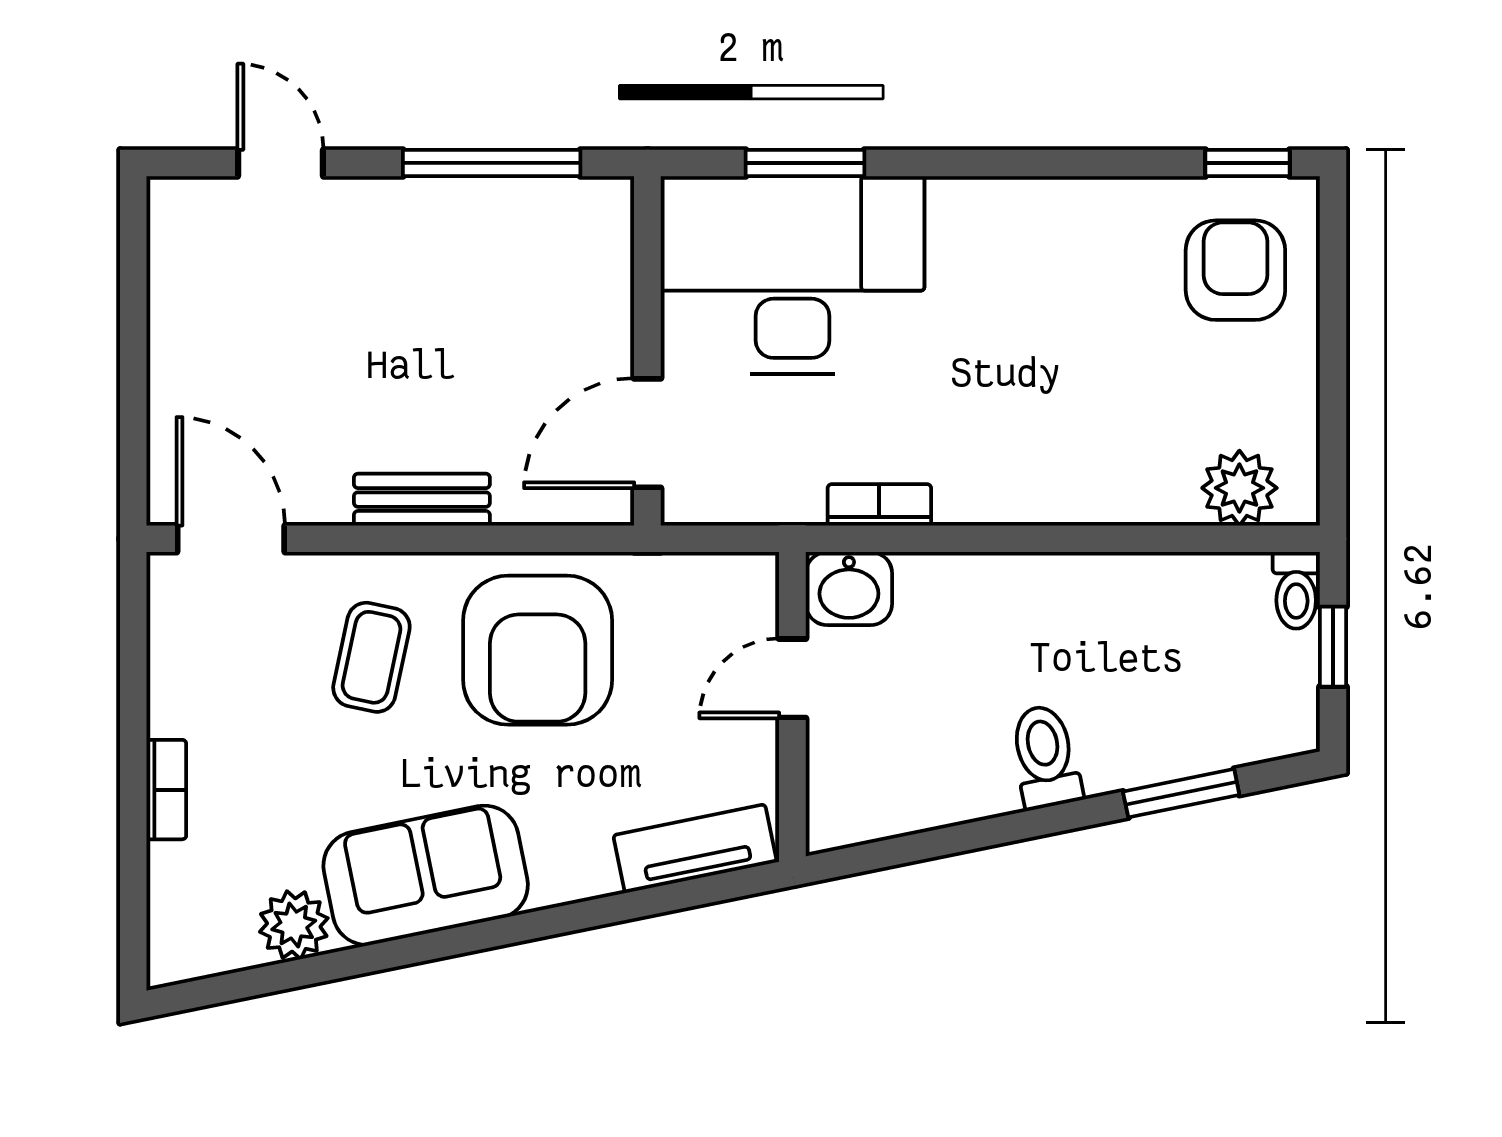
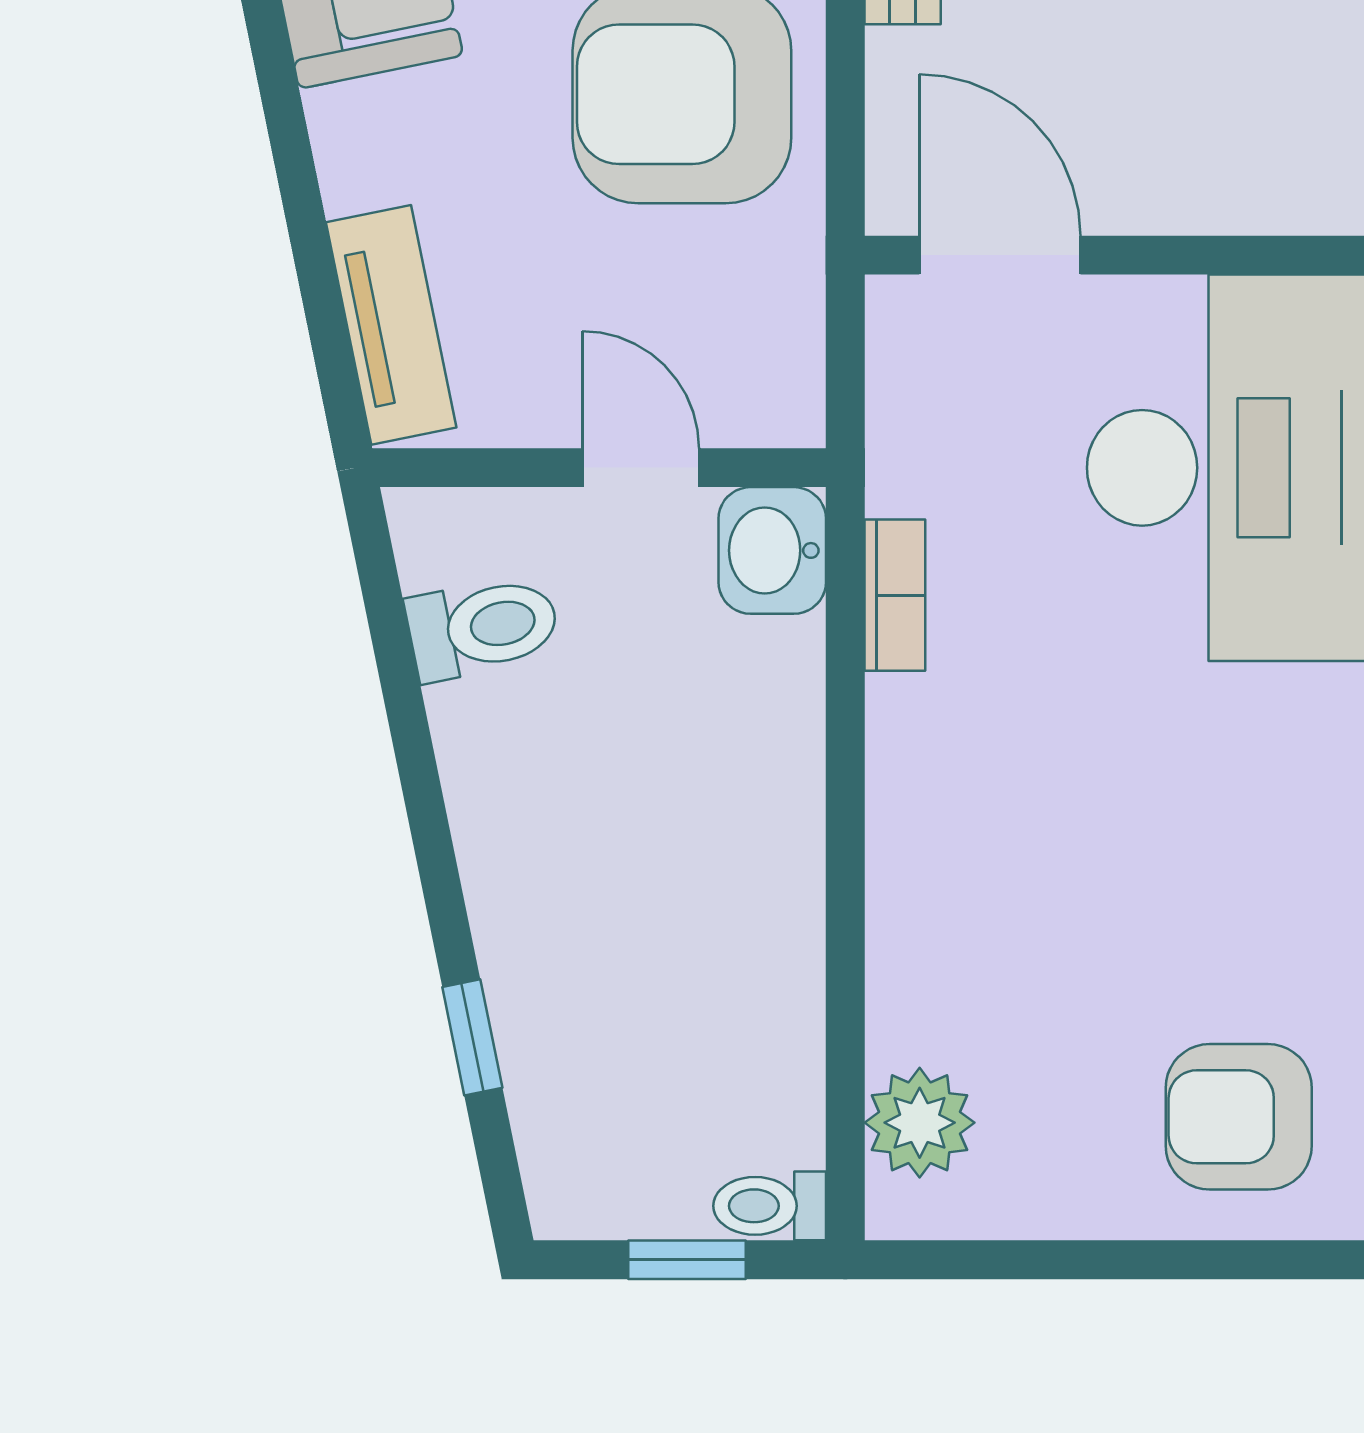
armchair: (1235, 270) -> (1239, 1117), turned 180
toilet: (1045, 757) -> (483, 627), moved
window: (1181, 793) -> (472, 1037), width x0.67

